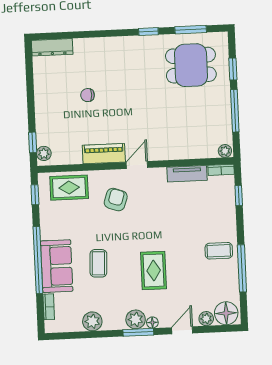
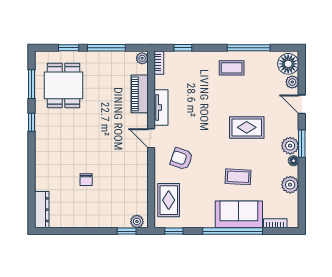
piano: (104, 154) -> (140, 94), moved
tv unit: (187, 174) -> (161, 108), moved
coffee table: (219, 251) -> (232, 68), turned 90
floor lamp: (152, 322) -> (294, 161), moved

